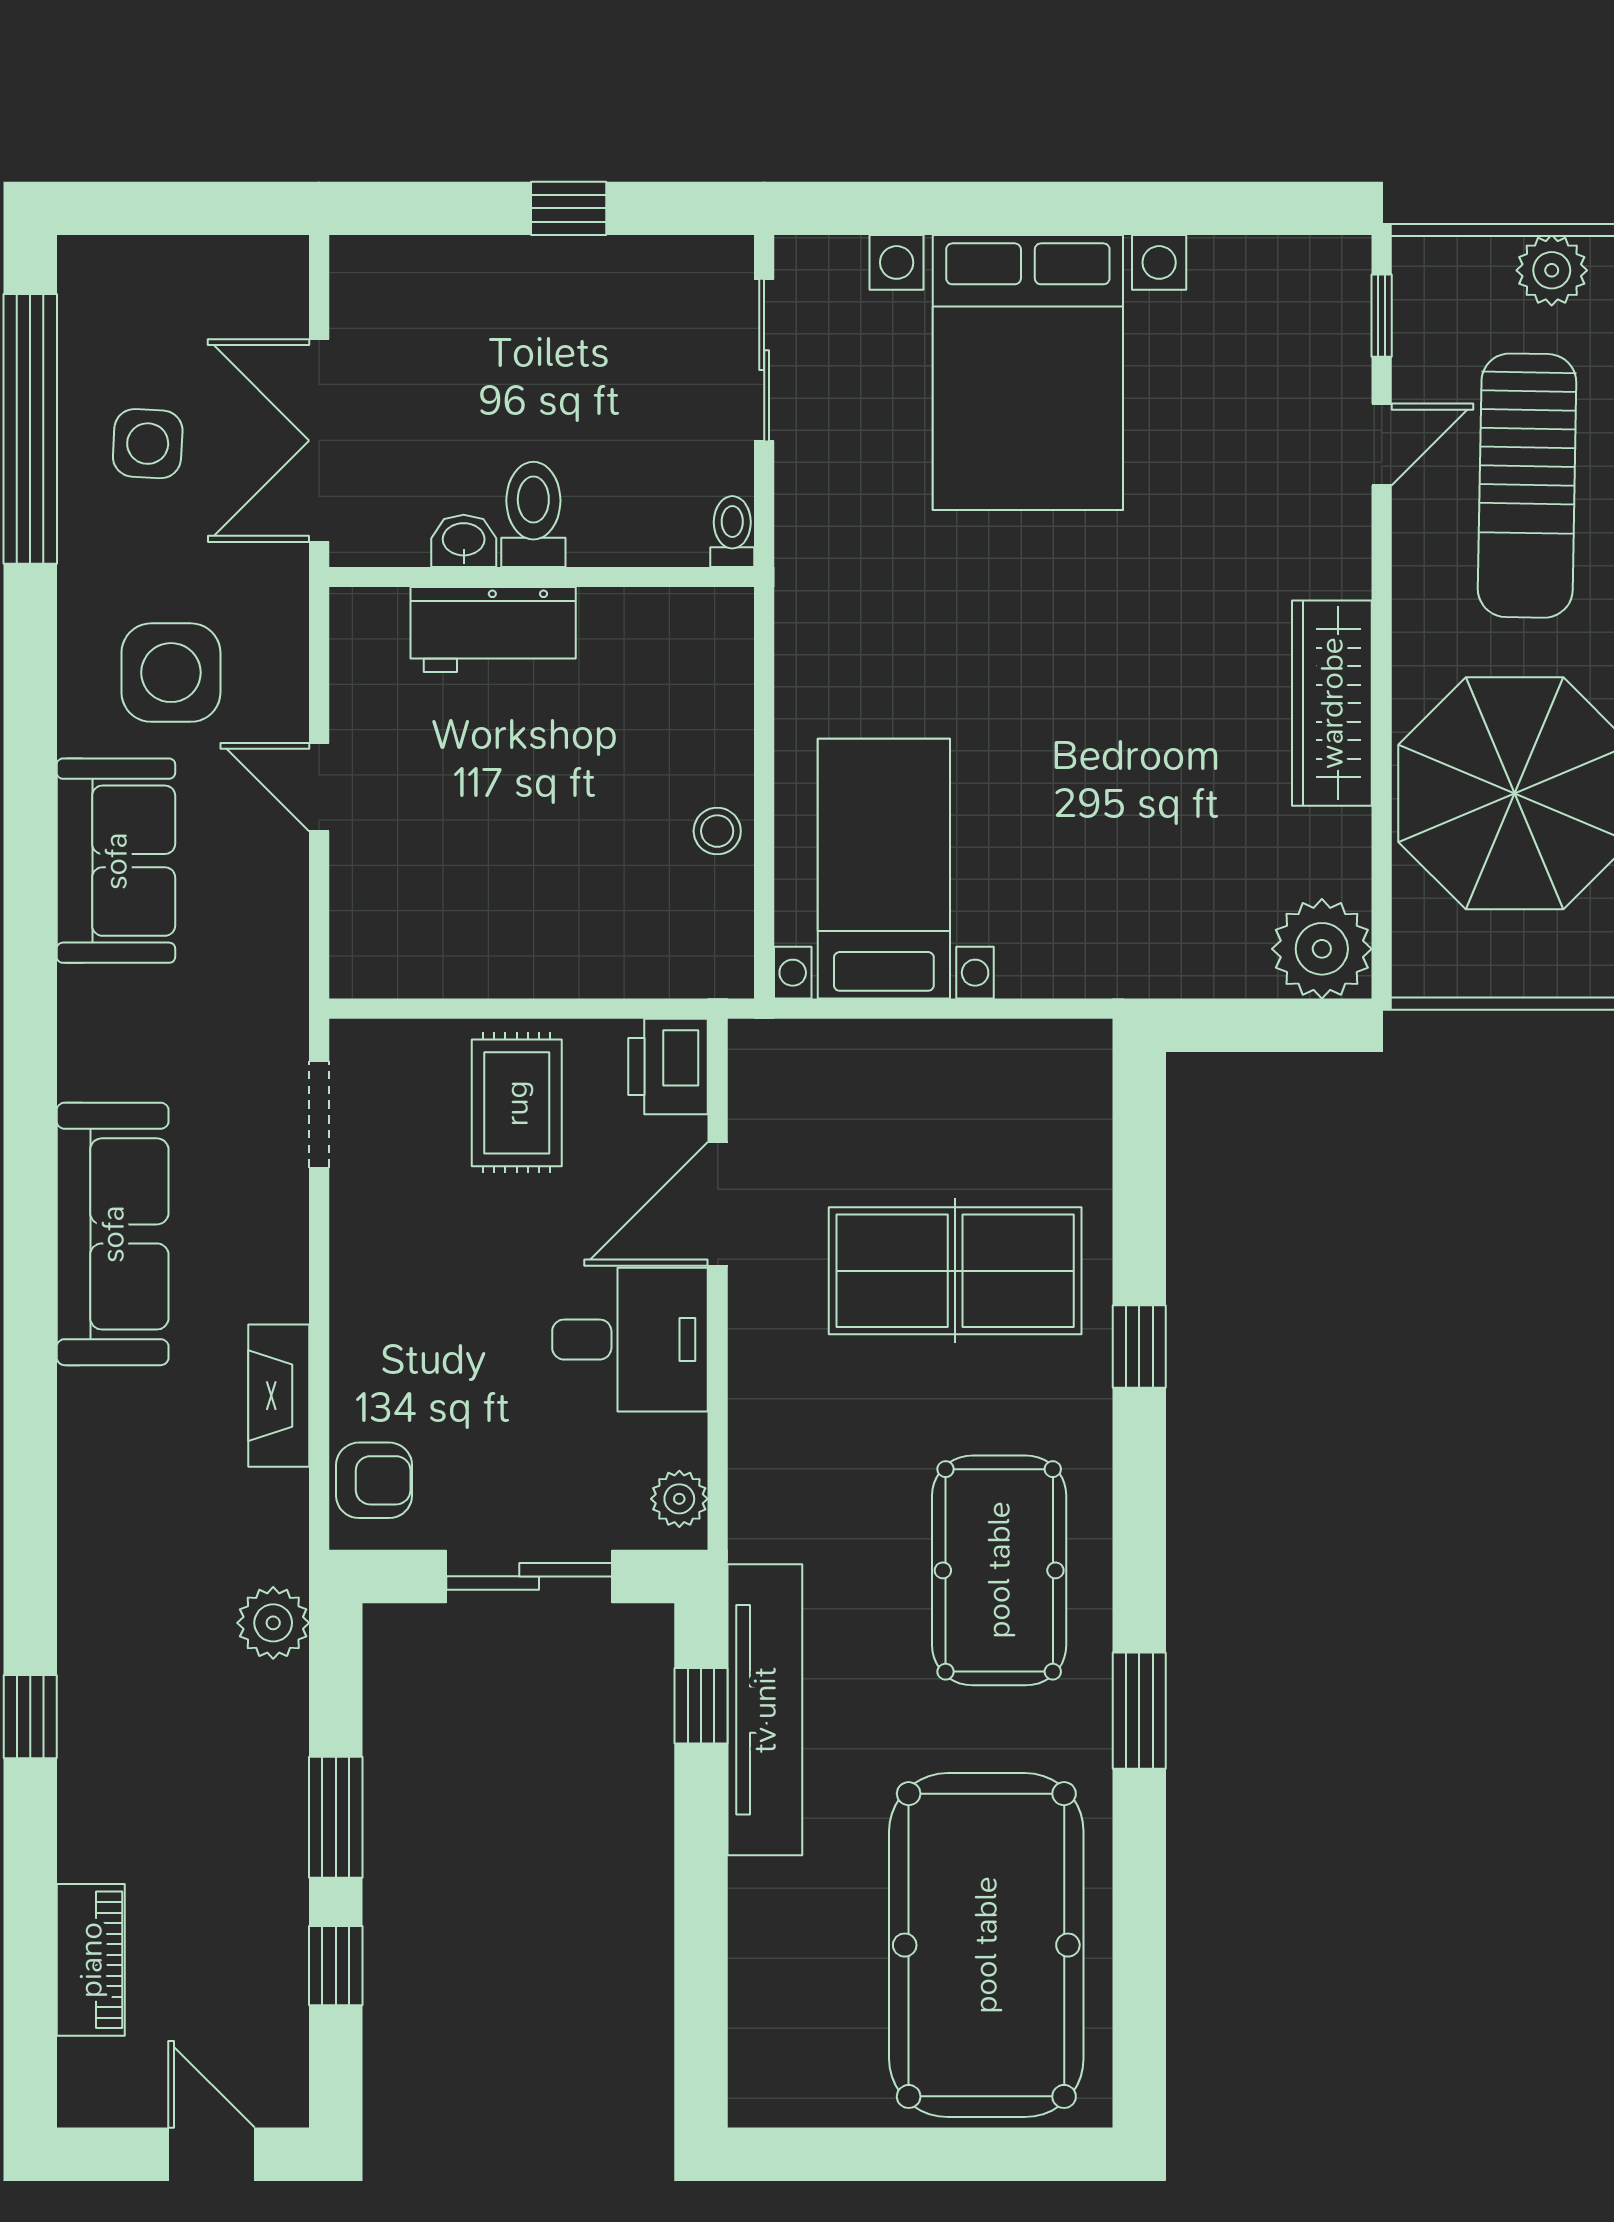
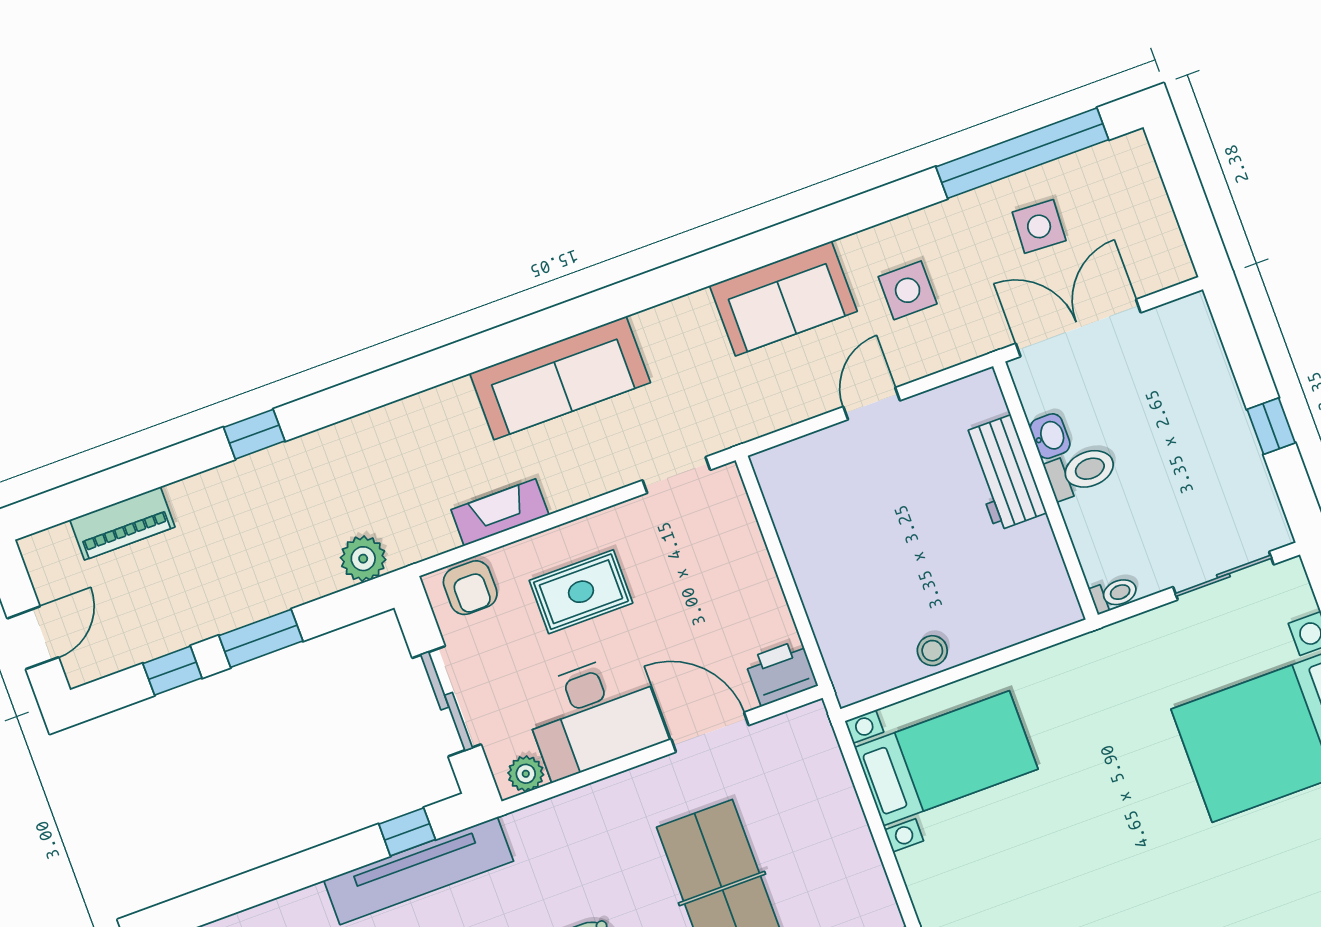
side table: (171, 673) -> (908, 290), width x0.73, depth x0.73
rug: (517, 1103) -> (581, 592), moved
desk: (630, 1340) -> (594, 715), width x1.37

